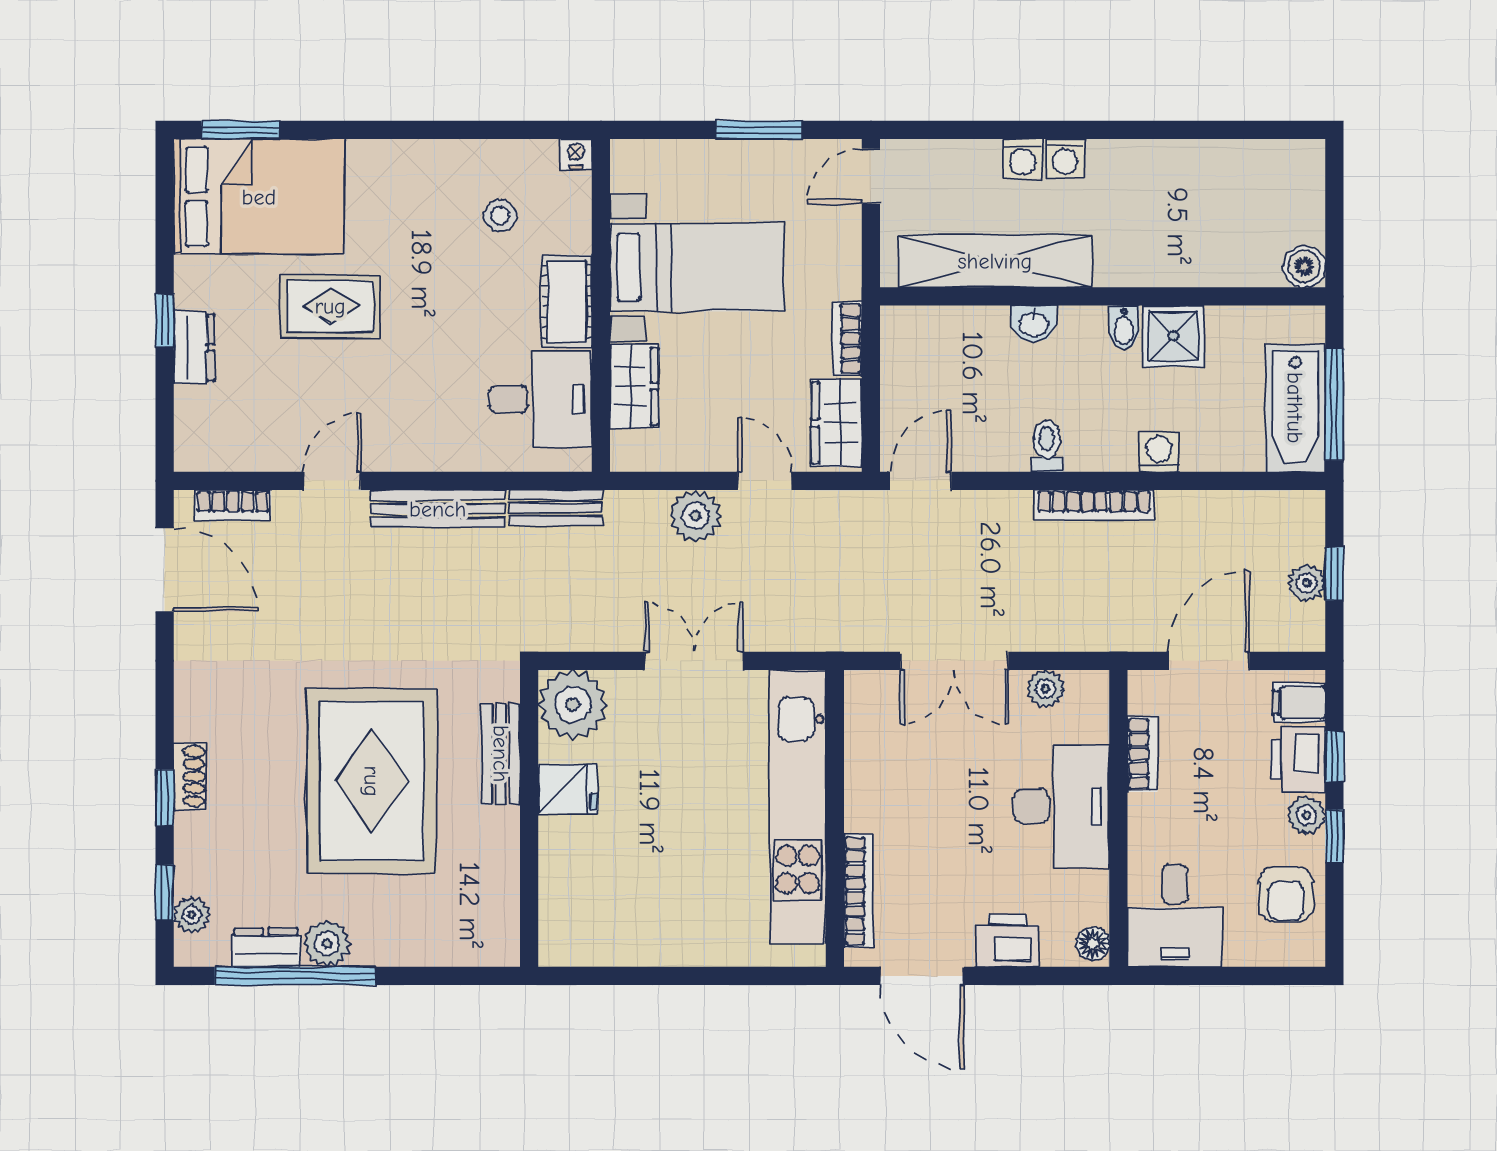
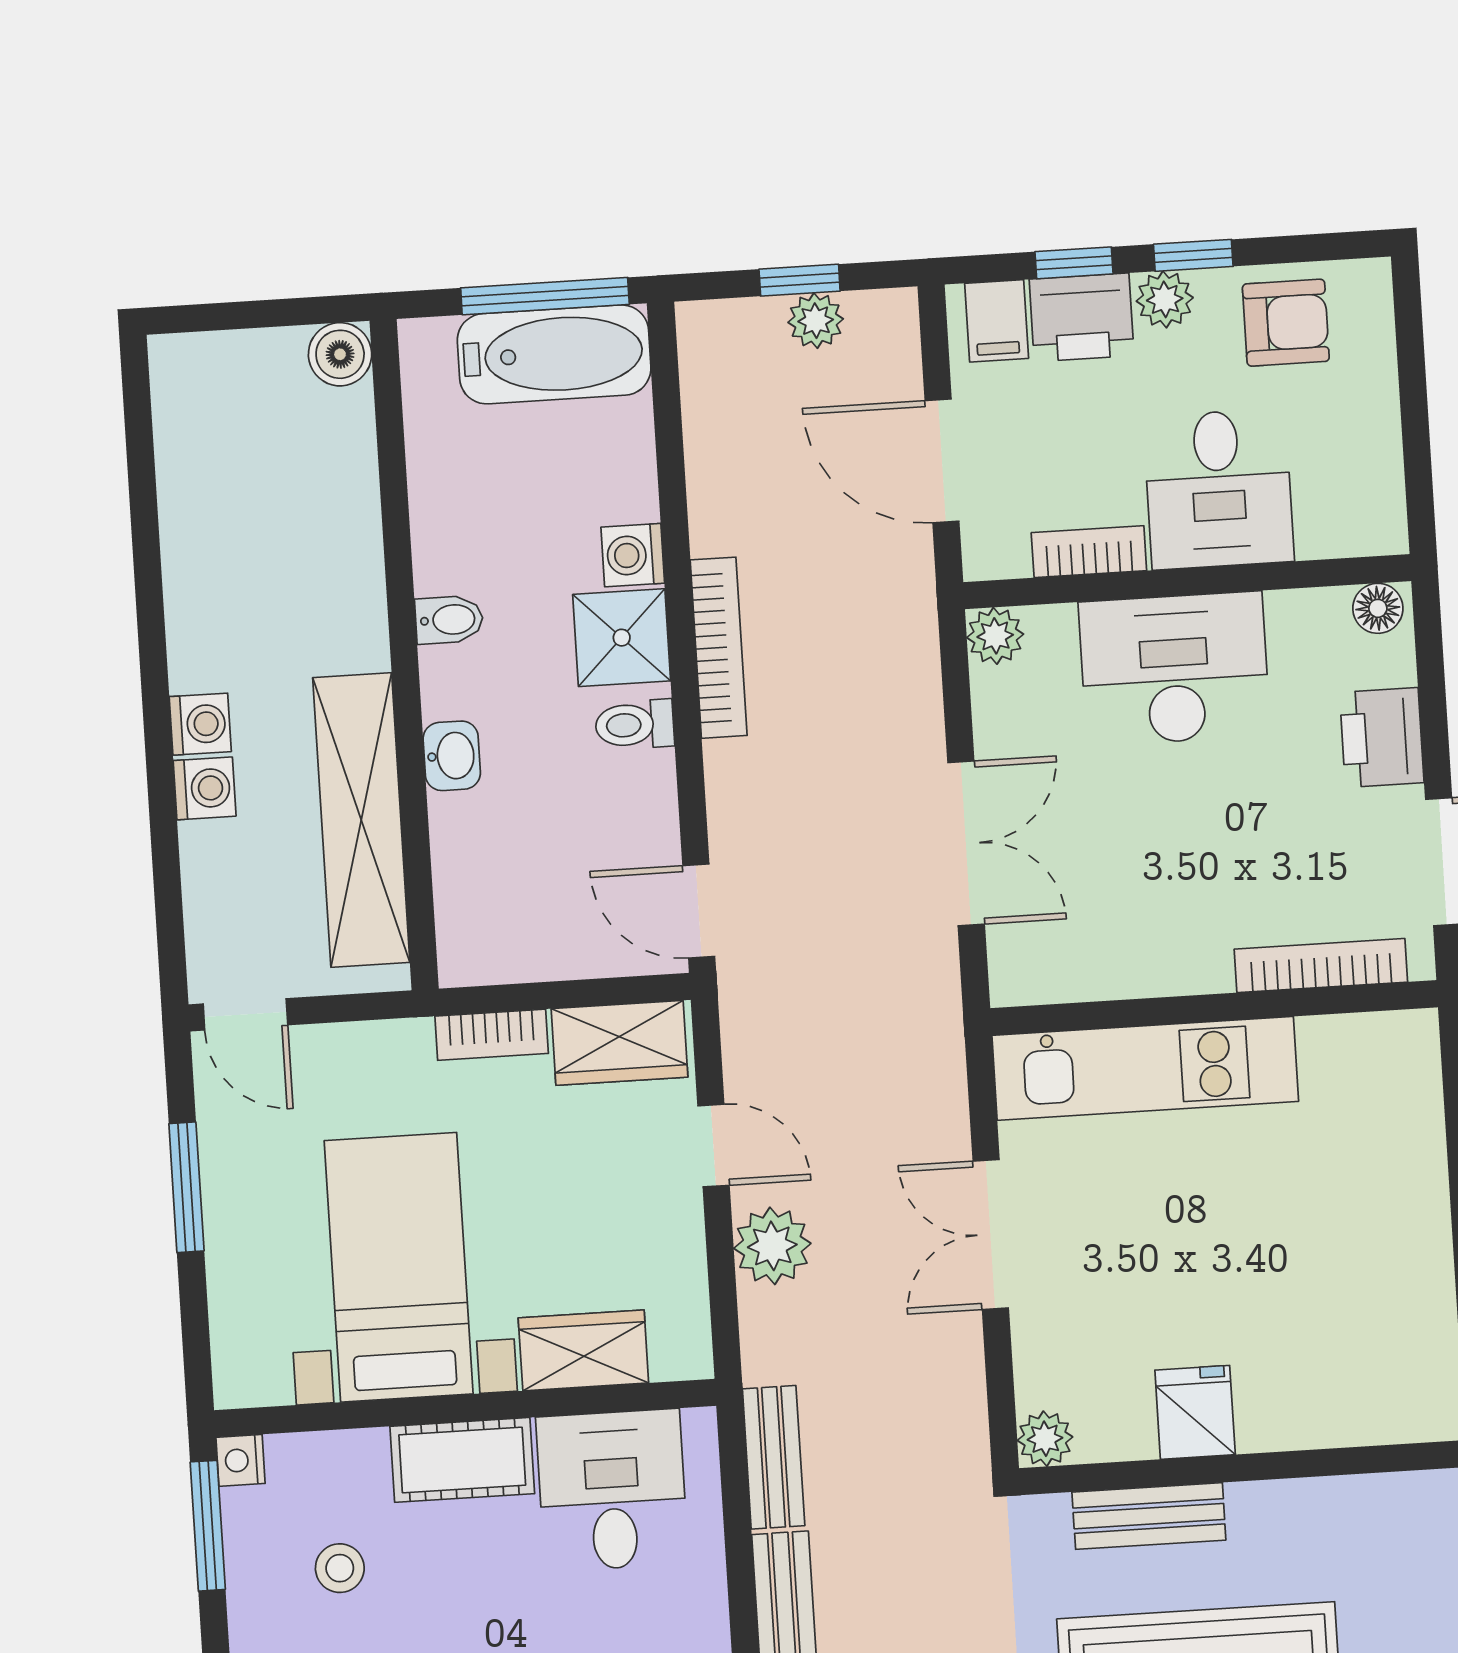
window: (534, 130) -> (208, 1526), added
shower: (1173, 336) -> (622, 638), moved
door: (765, 481) -> (713, 1146), swing flipped
plant: (1046, 689) -> (995, 636), moved
plant: (573, 704) -> (1045, 1439), width x0.53, depth x0.53
kitchen unit: (798, 807) -> (1145, 1068), width x0.73
desk: (1175, 916) -> (1219, 489), moved, turned 90

